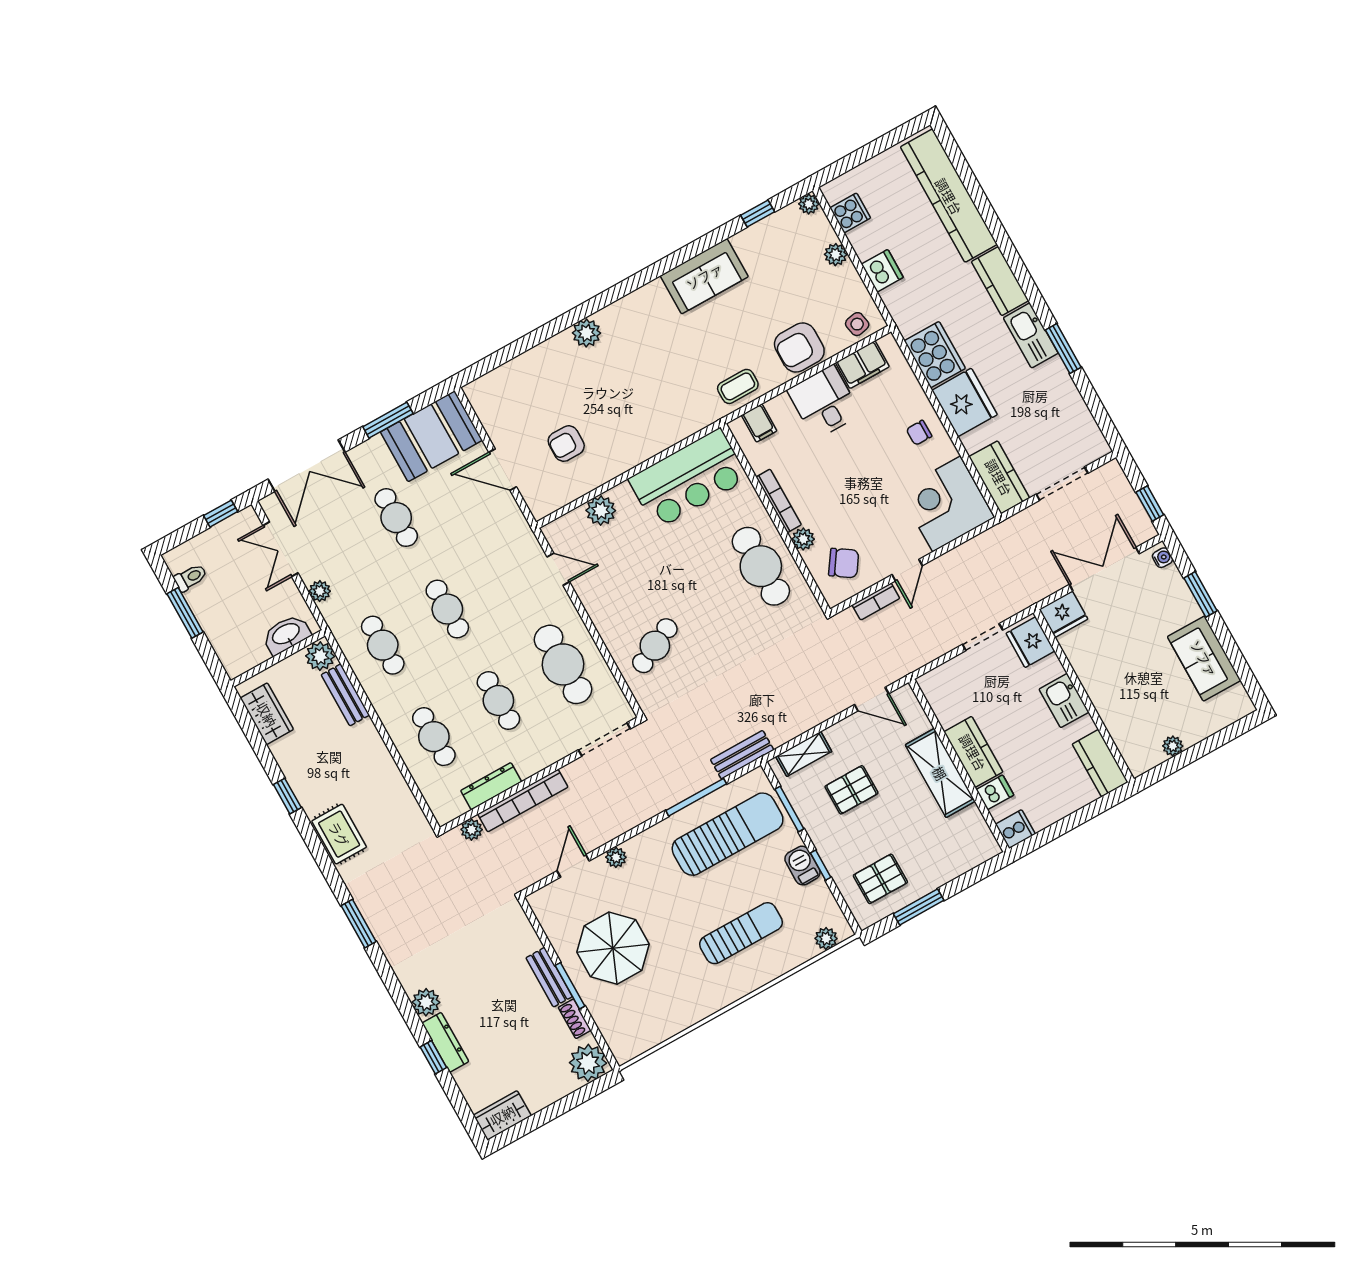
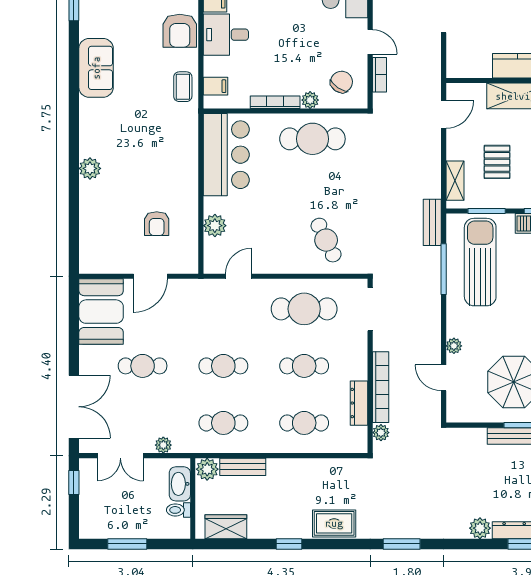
window: (388, 420) -> (74, 335), removed
toilet: (190, 578) -> (178, 510), moved, turned -90

